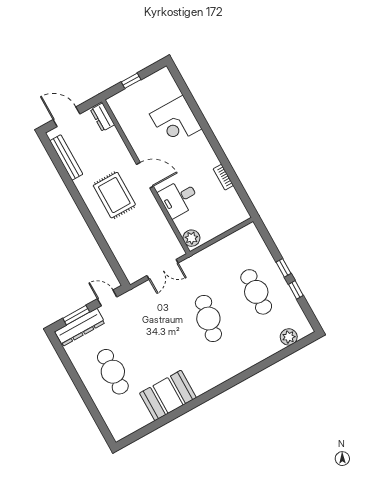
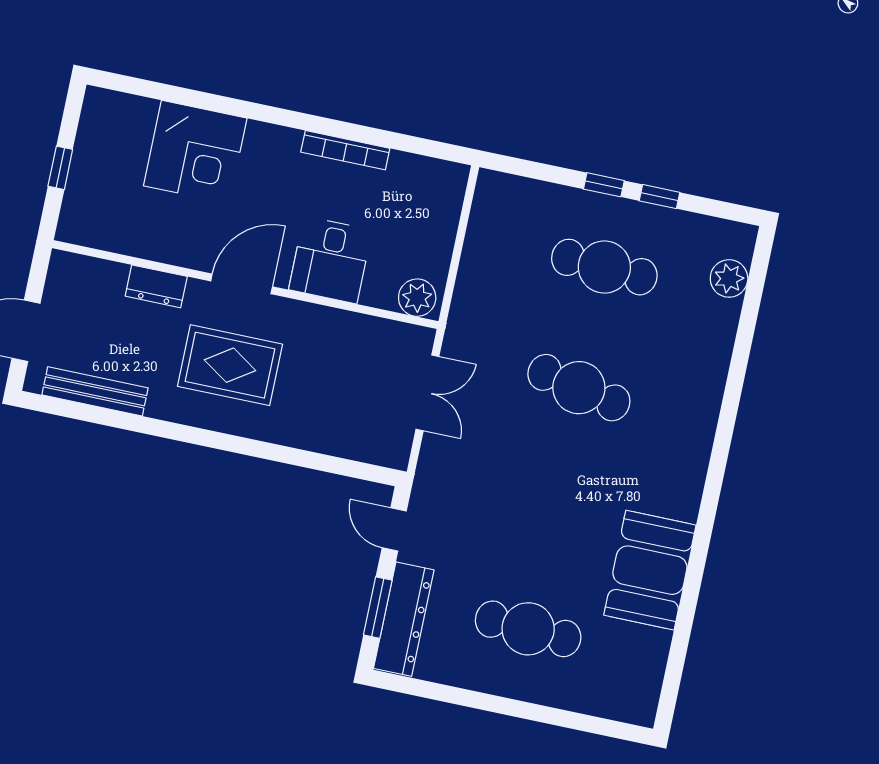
dresser: (102, 117) -> (156, 286), moved
bookcase: (223, 177) -> (345, 150), width x1.56
door: (107, 298) -> (394, 529), hinge flipped

